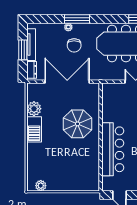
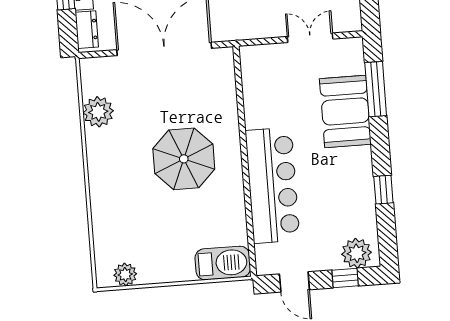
parasol: (78, 124) -> (184, 159), moved
barbecue: (34, 129) -> (223, 263), moved, turned -90

